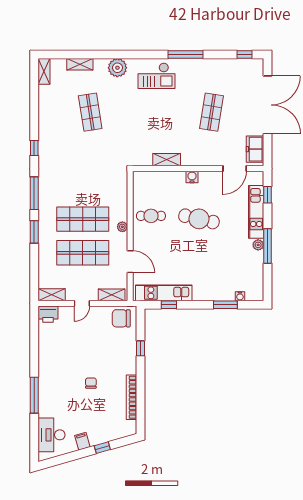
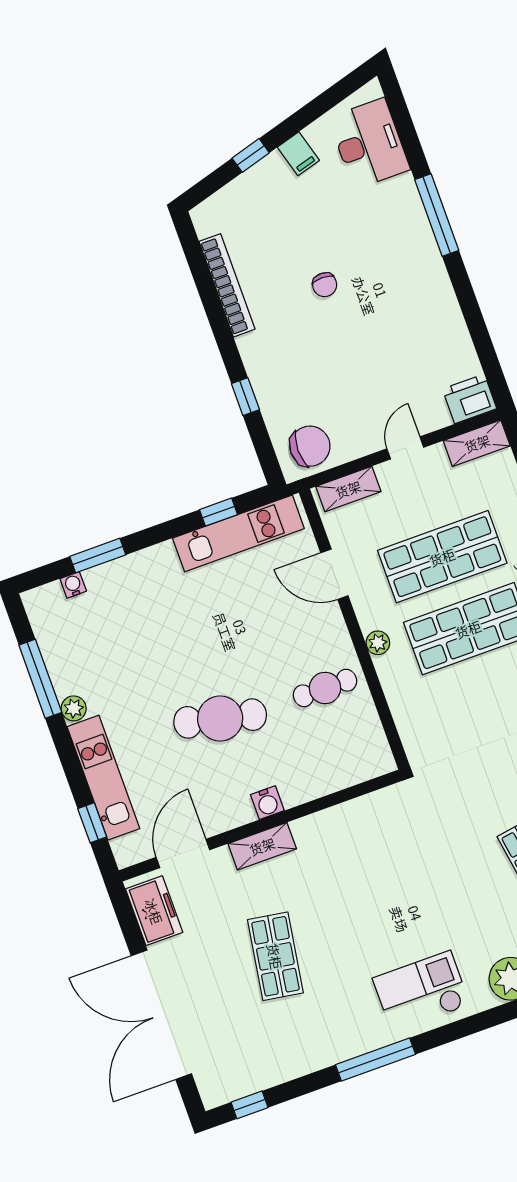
shelving: (167, 160) -> (262, 846), moved
window: (268, 246) -> (40, 679), moved

